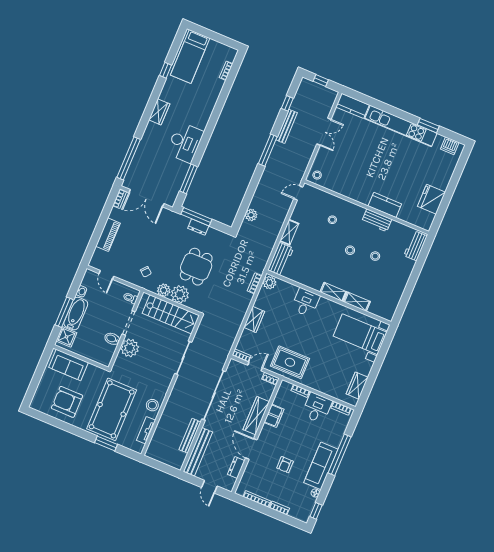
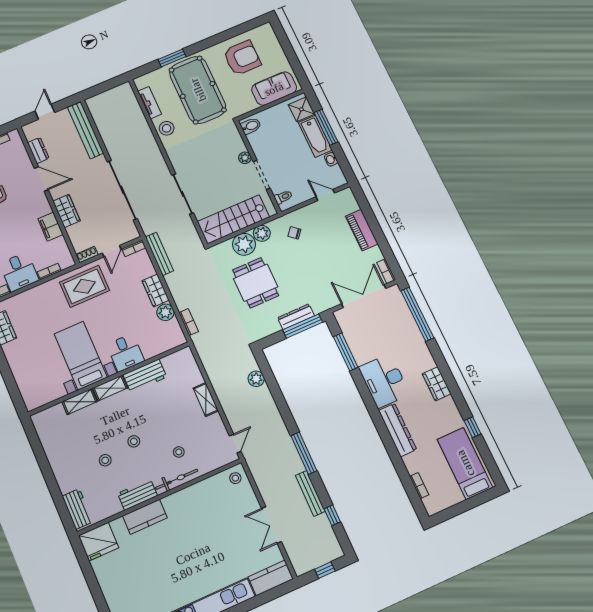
dresser: (206, 110) -> (397, 430), added
fridge: (431, 199) -> (99, 542), moved, turned 90
bicycle: (348, 207) -> (177, 479), added
dresser: (198, 227) -> (296, 317), width x1.44
workbench: (281, 259) -> (145, 376), moved, turned -90
plant: (269, 283) -> (165, 312), moved
bed with nightstands: (360, 334) -> (81, 356), moved, turned -90
bidet: (112, 339) -> (251, 126), moved
plant: (130, 348) -> (245, 158), width x0.53, depth x0.53
wardrobe: (256, 416) -> (66, 211), width x0.67
bench: (190, 436) -> (159, 254), moved
door: (209, 487) -> (45, 112), hinge flipped

